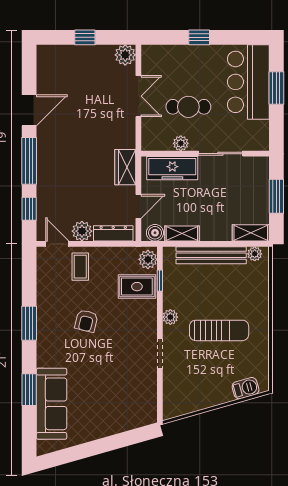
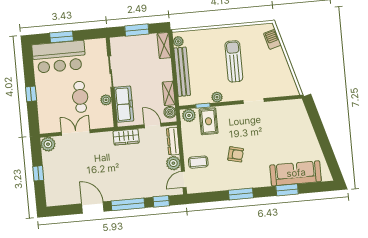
plant: (170, 317) -> (217, 97), moved

